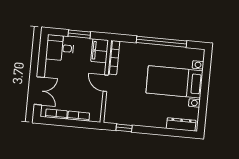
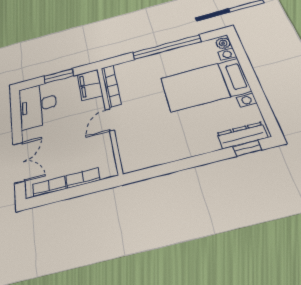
desk: (60, 48) -> (38, 105), width x1.37
plant: (199, 55) -> (223, 43), added
door: (106, 83) -> (110, 120), hinge flipped
window: (124, 128) -> (247, 148), moved

